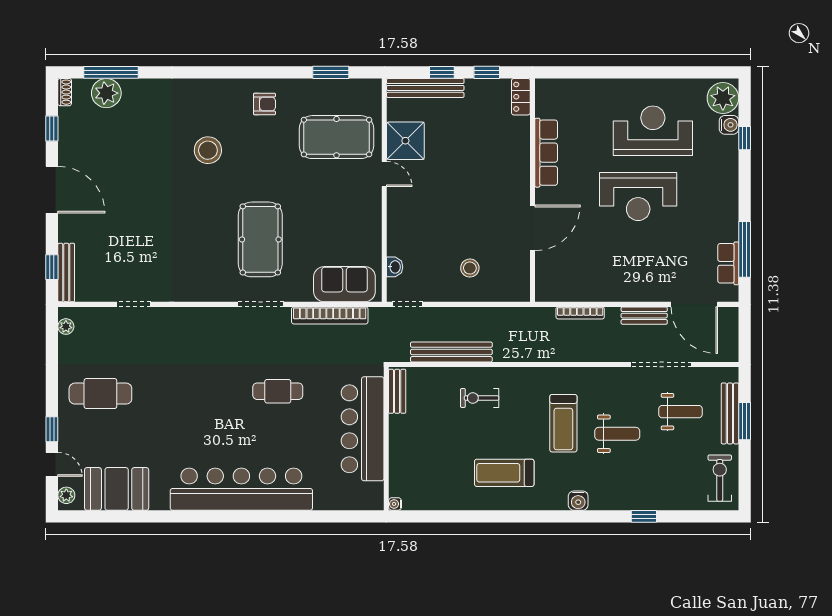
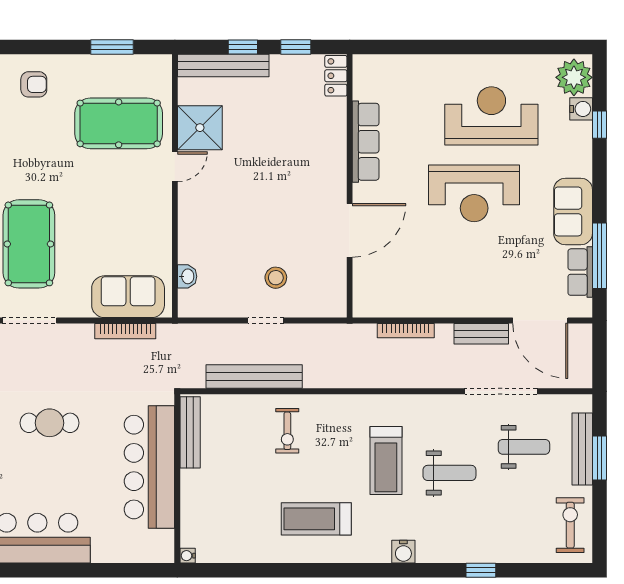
door: (384, 174) -> (175, 167), hinge flipped
sofa: (722, 212) -> (573, 211), added
doorway: (407, 304) -> (266, 320), moved
bookcase: (330, 315) -> (125, 331), width x0.68, depth x0.76
bench: (397, 391) -> (190, 432), width x1.36
exercise bike: (480, 398) -> (287, 431), turned -90

